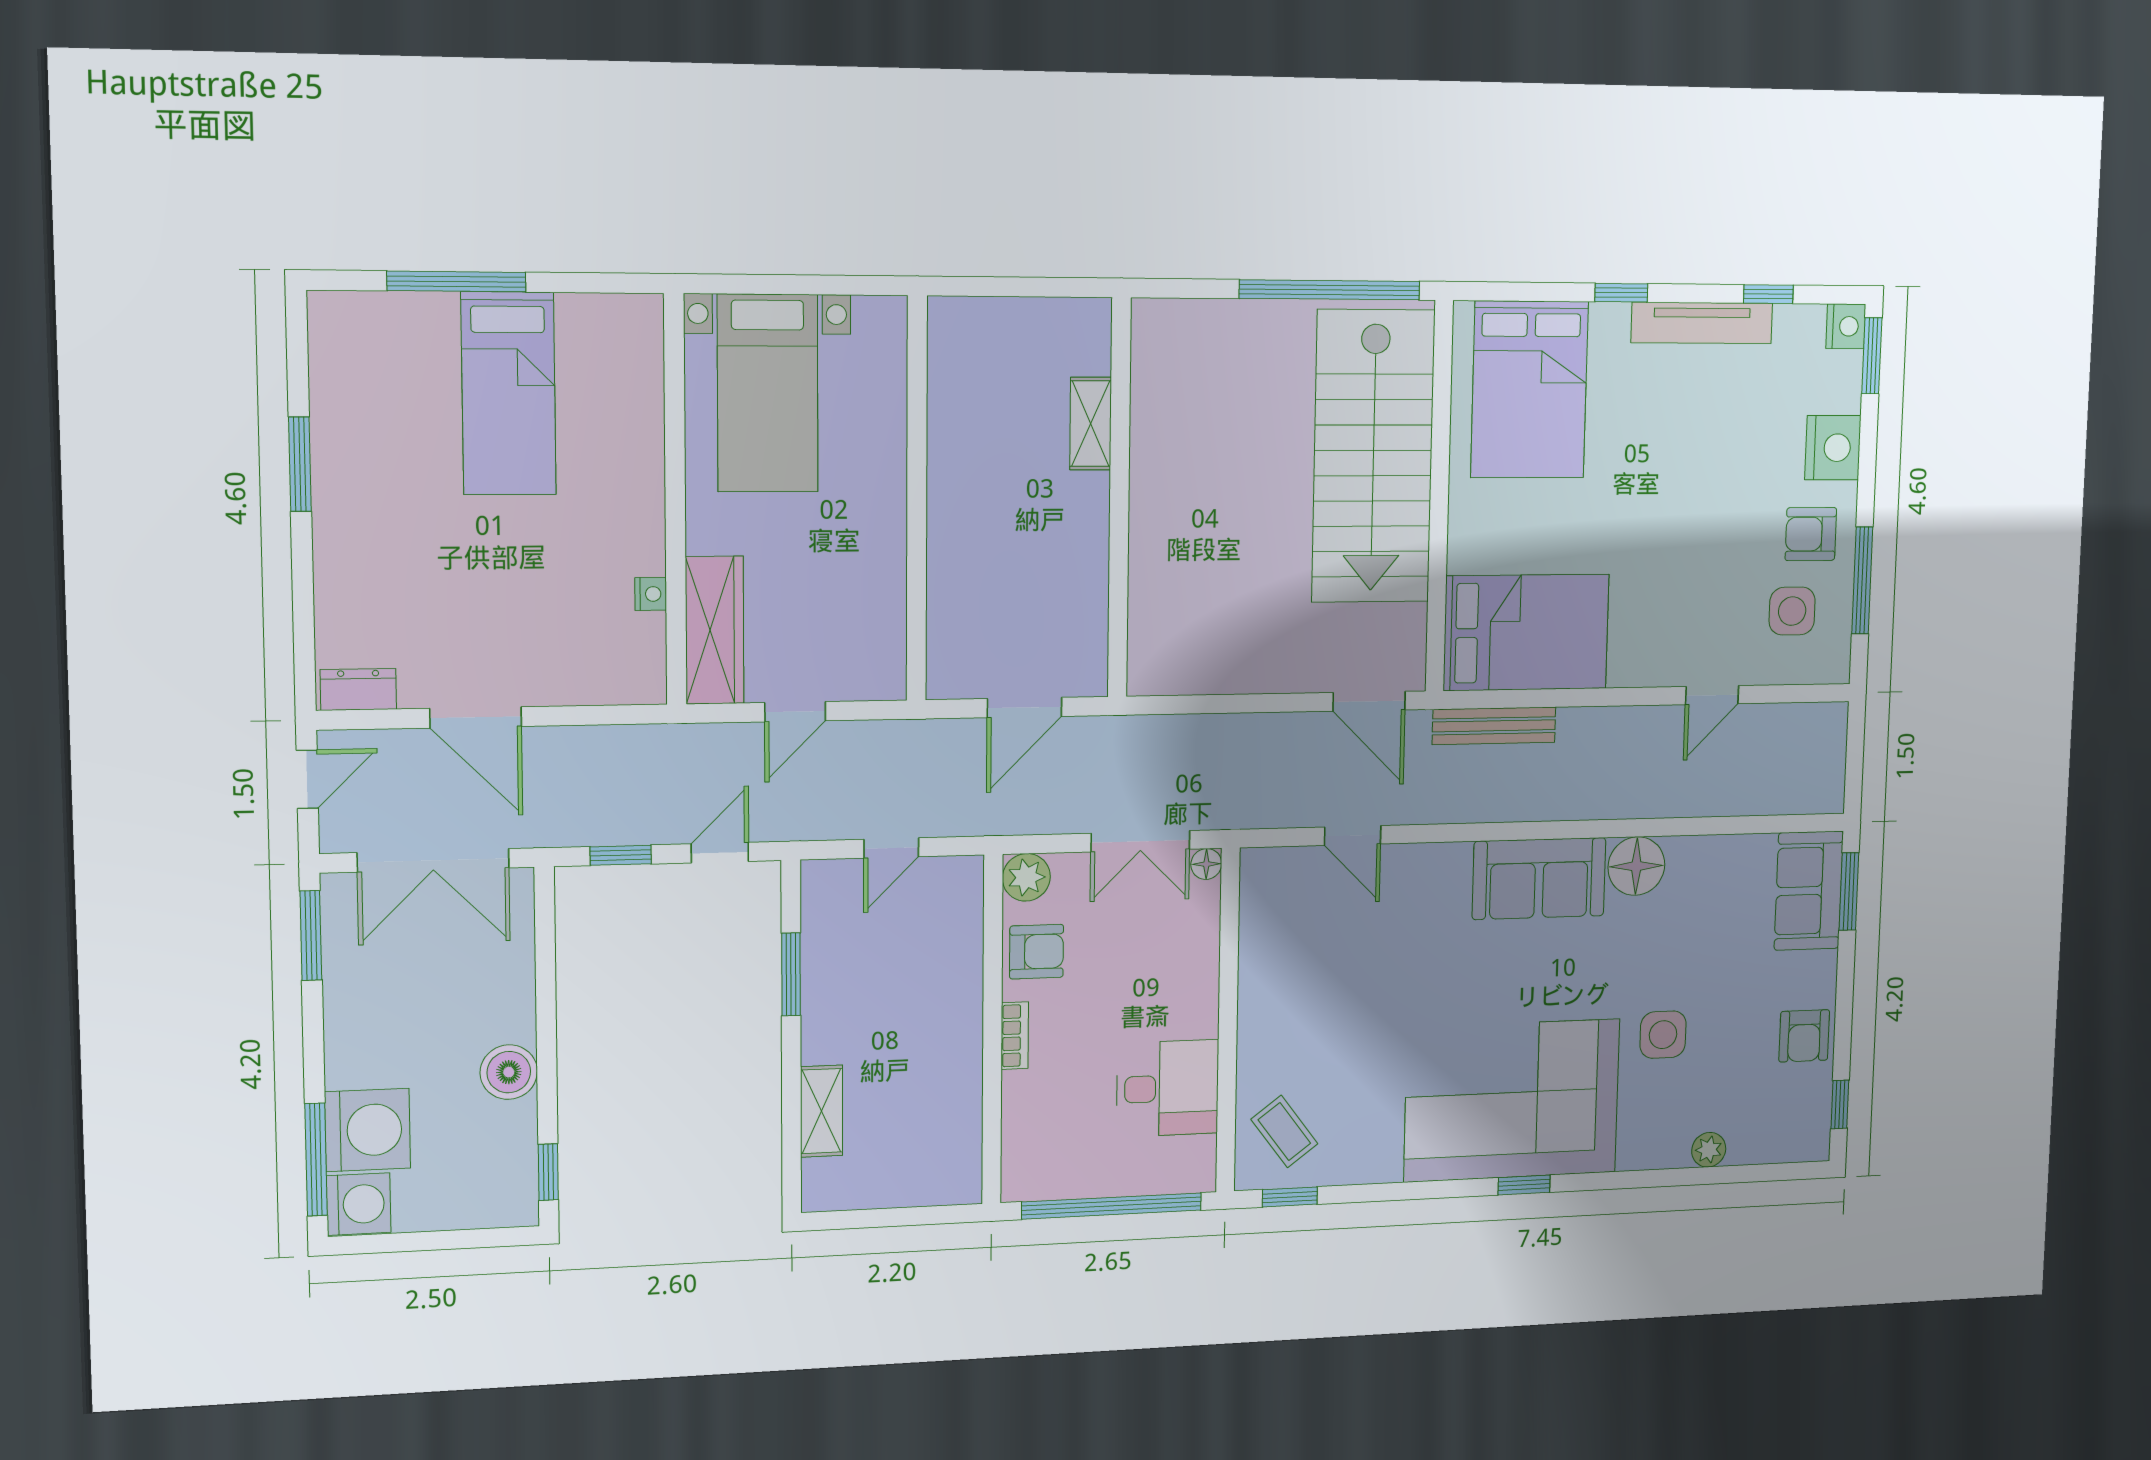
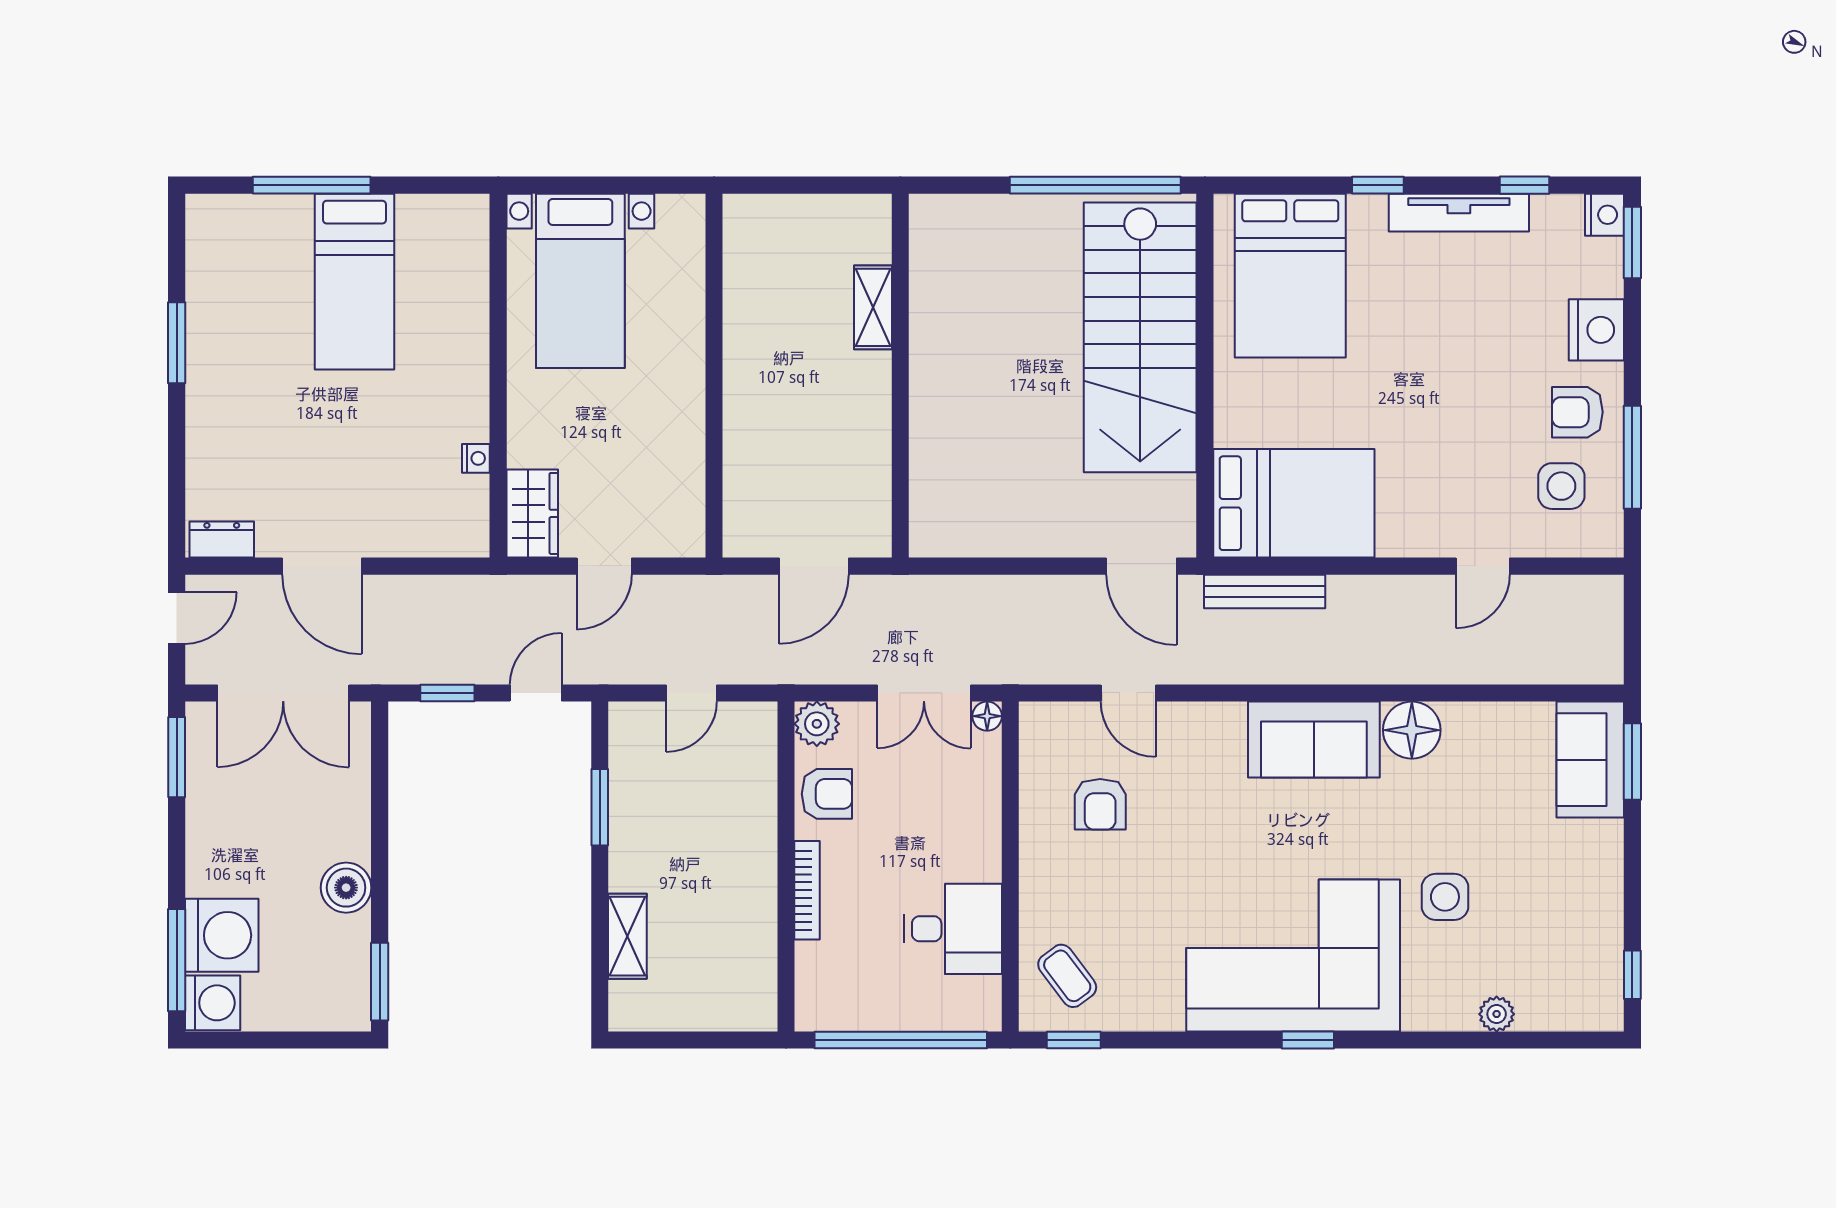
wardrobe: (715, 630) -> (532, 513), width x0.67
bookcase: (1015, 1036) -> (807, 890), width x1.56
armchair: (1804, 1036) -> (1100, 804), moved
window: (548, 1172) -> (380, 982), width x1.50

